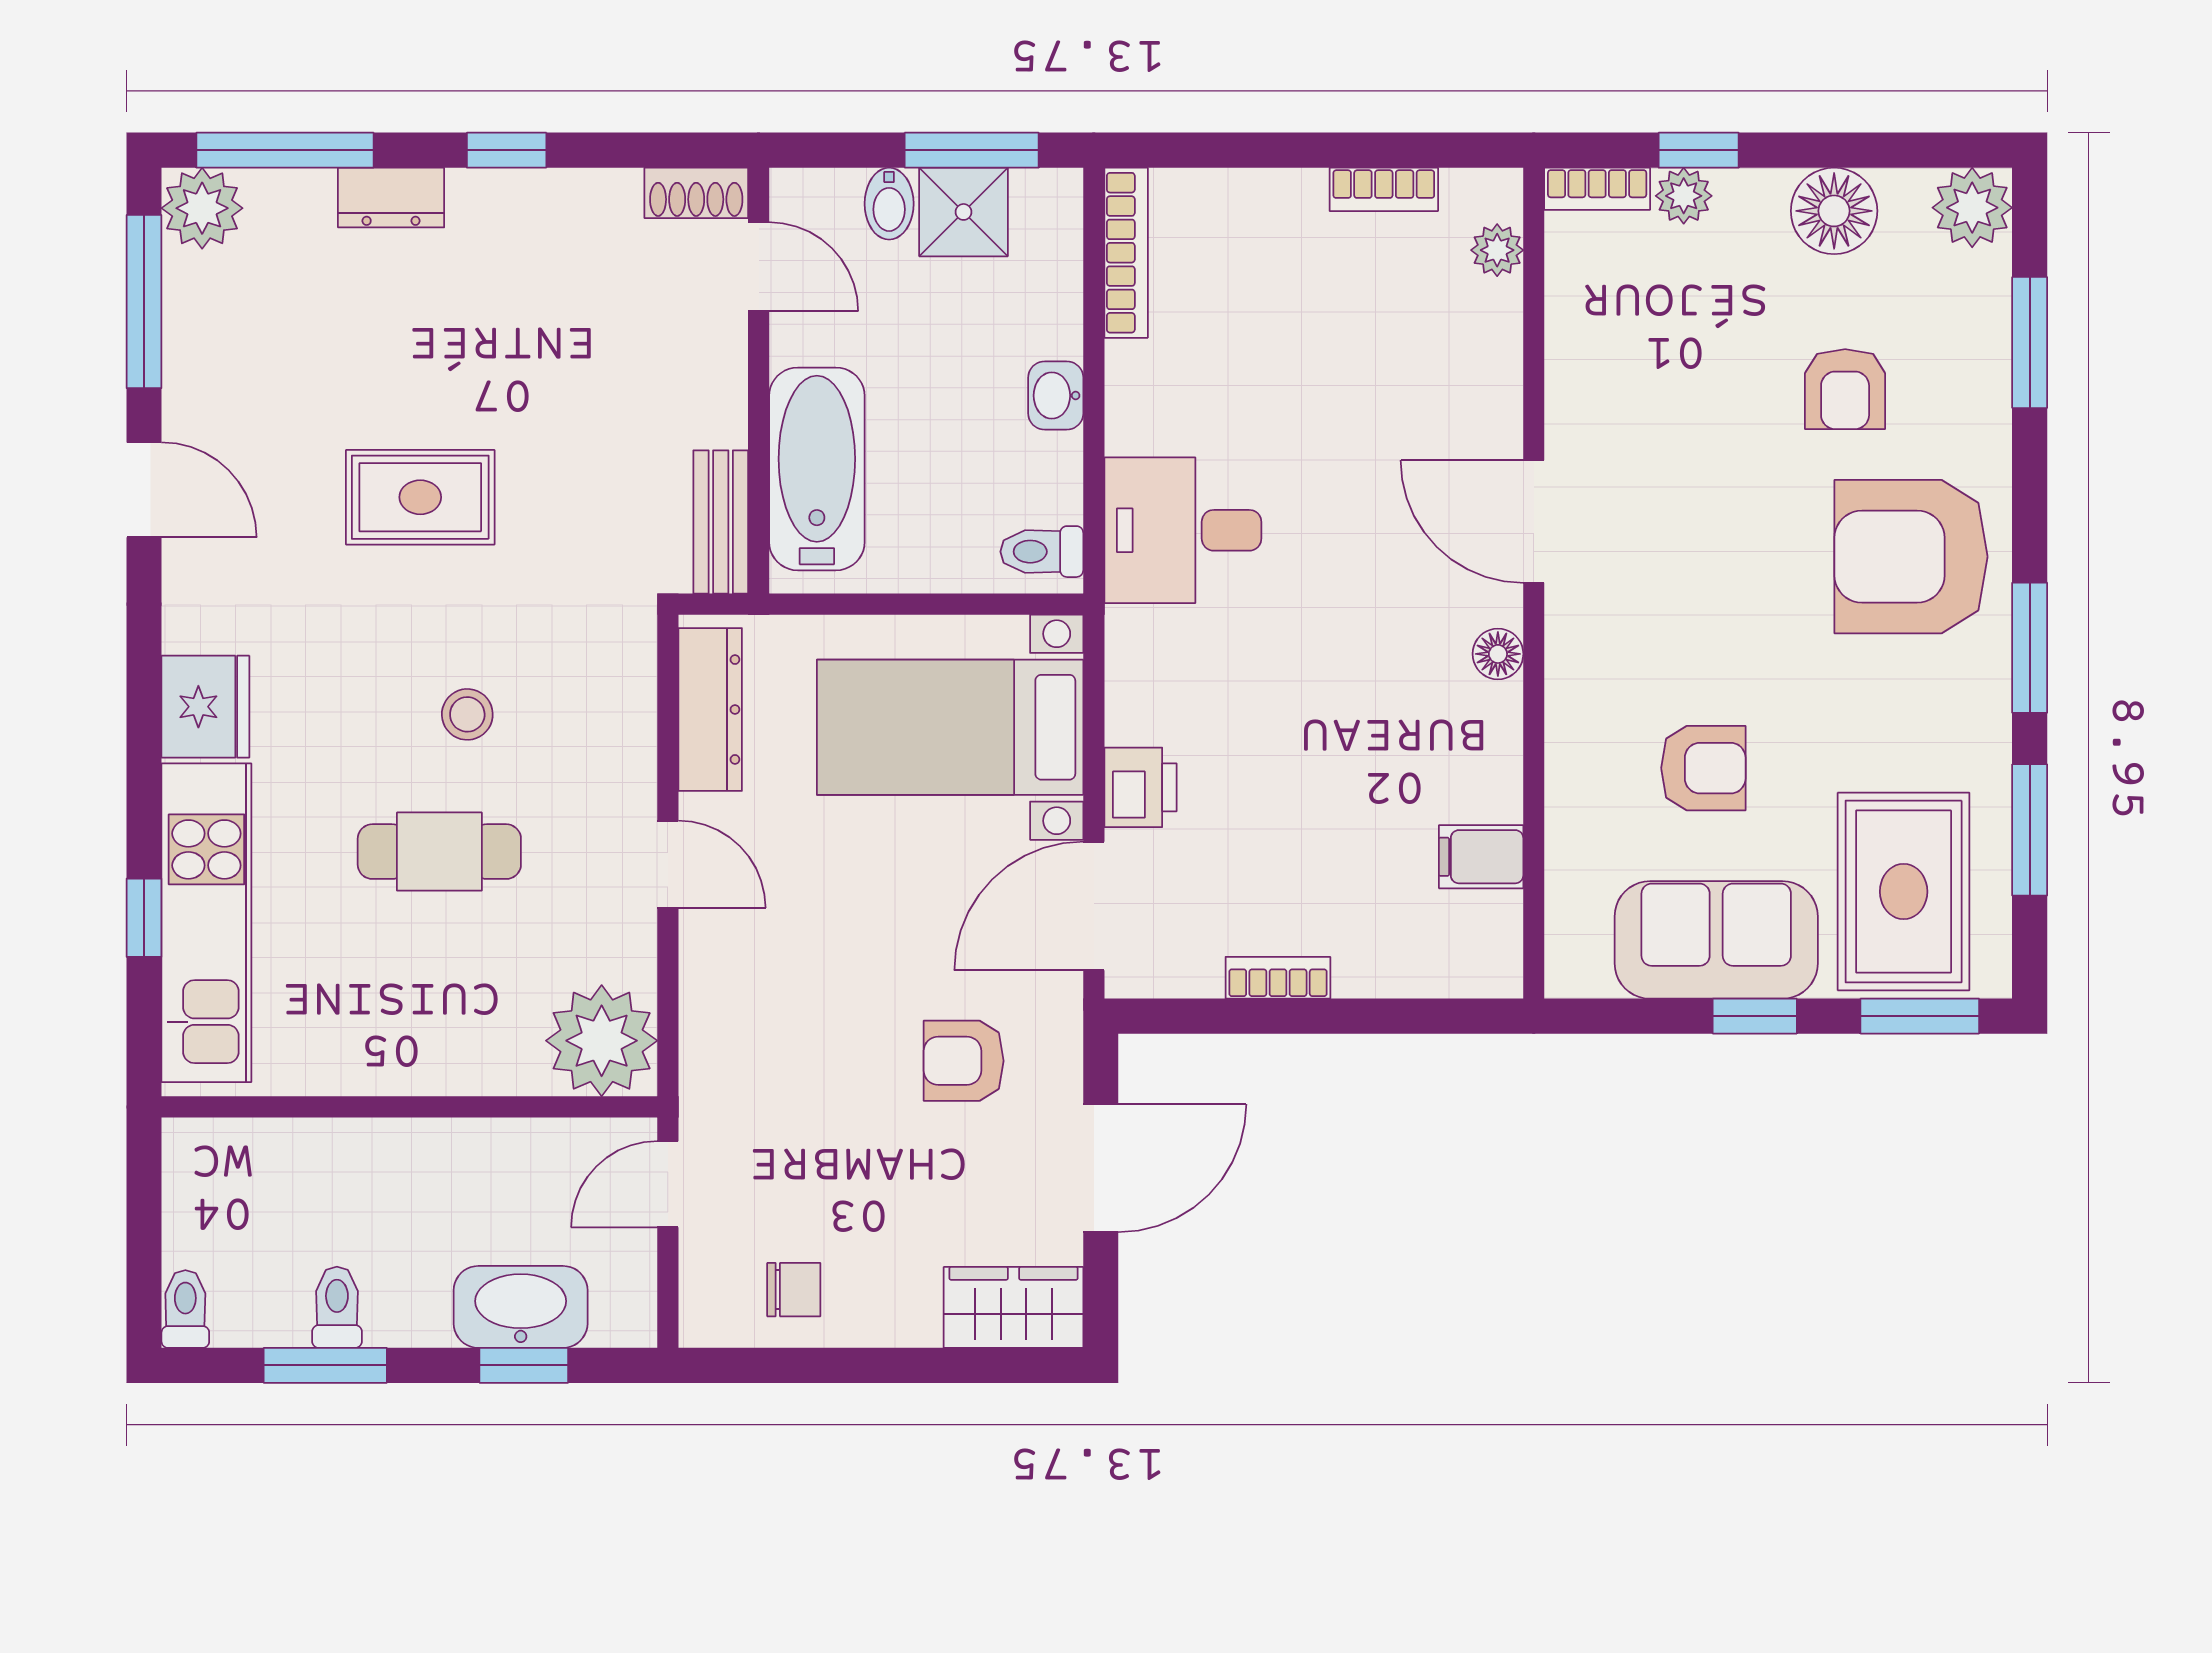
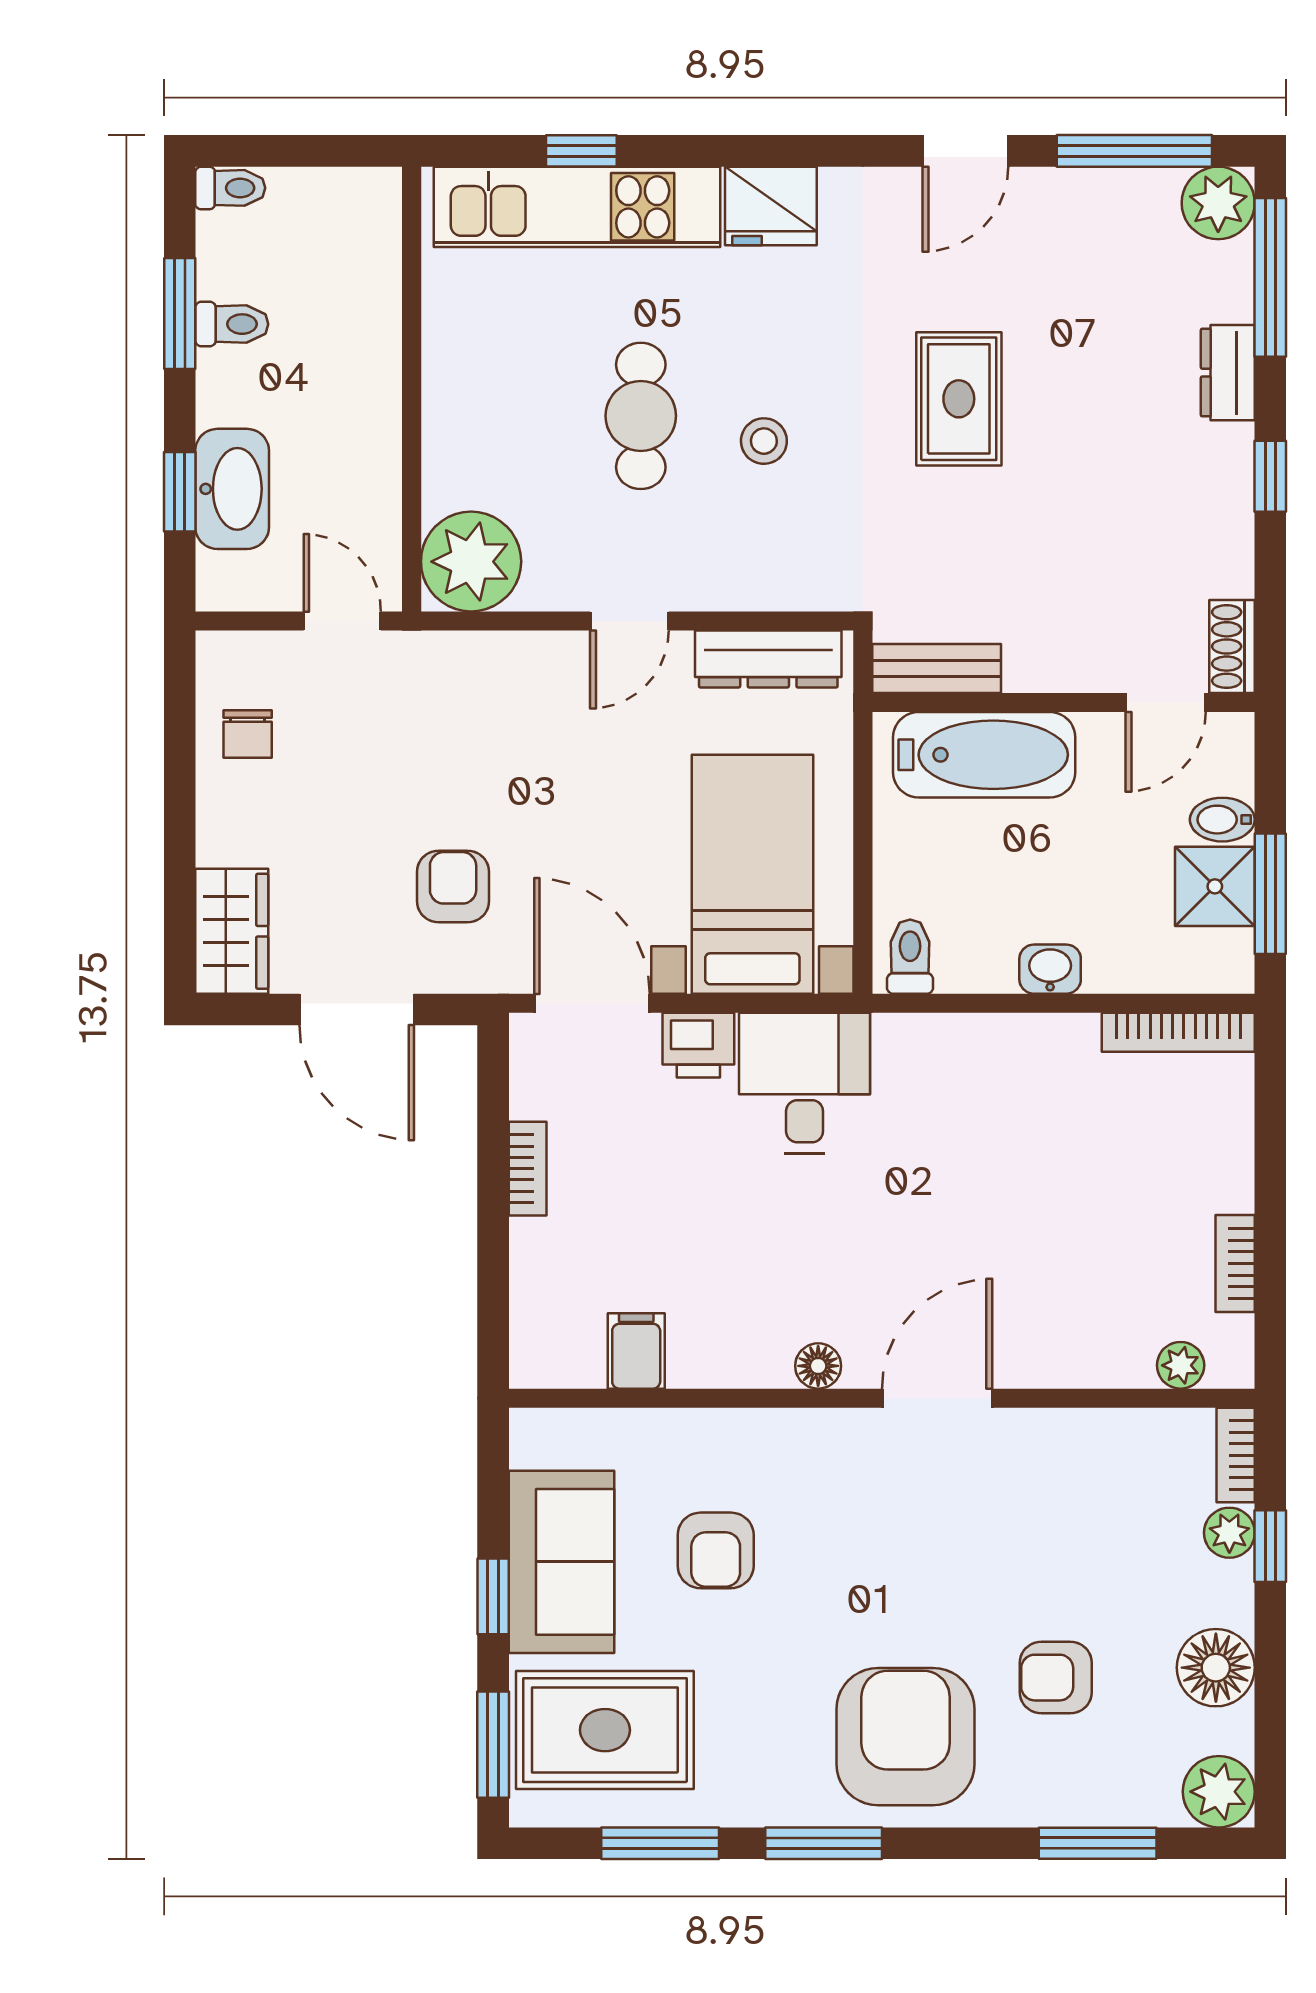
desk: (1183, 530) -> (805, 1083), moved

